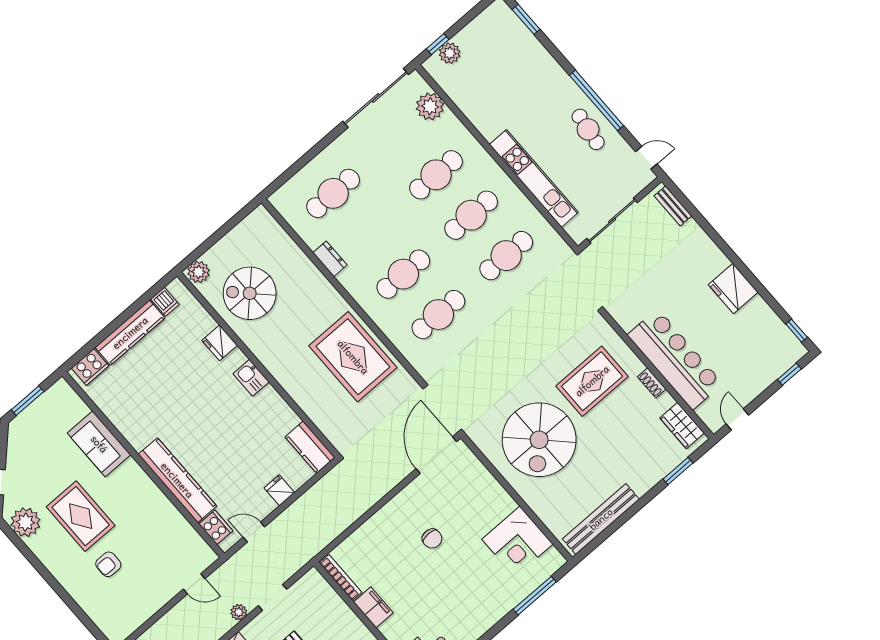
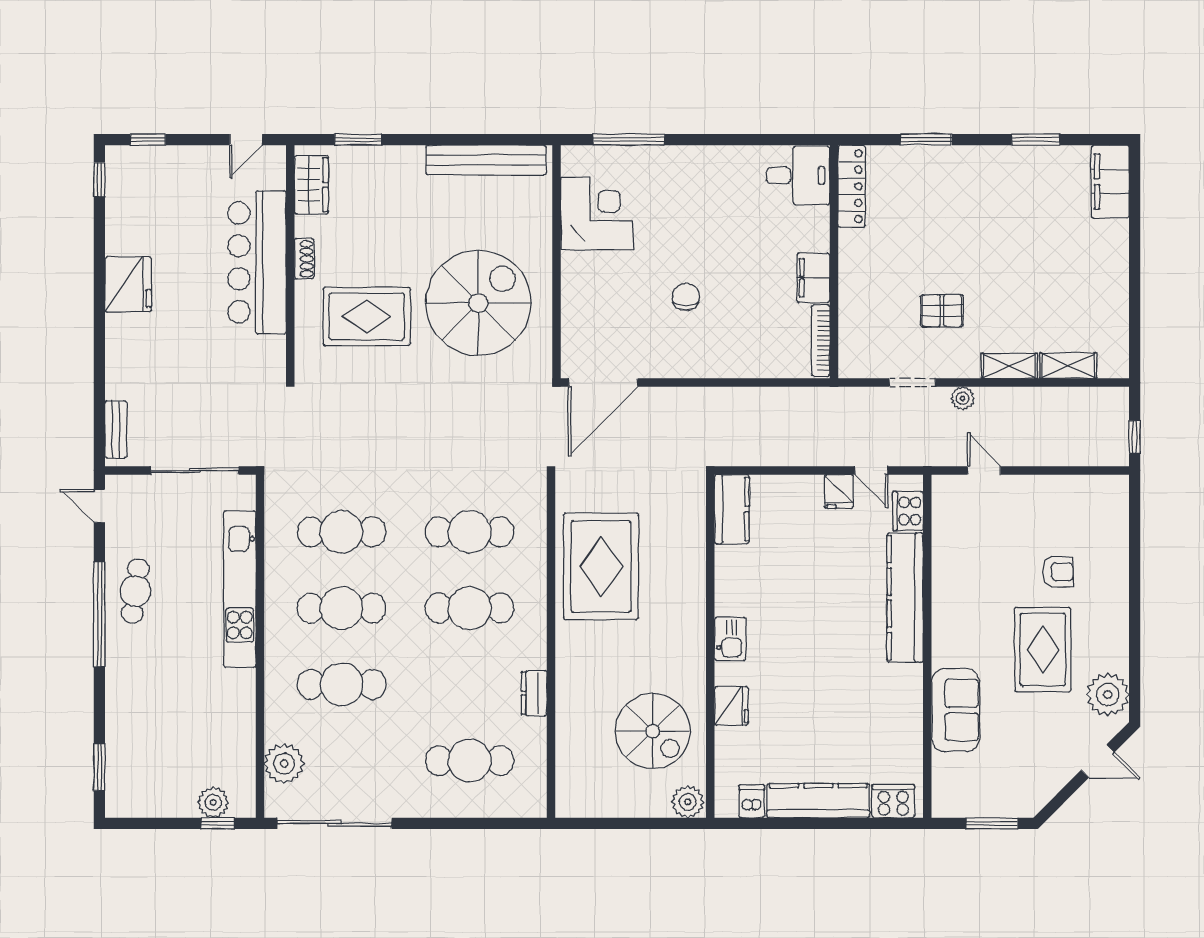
fridge: (279, 490) -> (839, 492), moved

